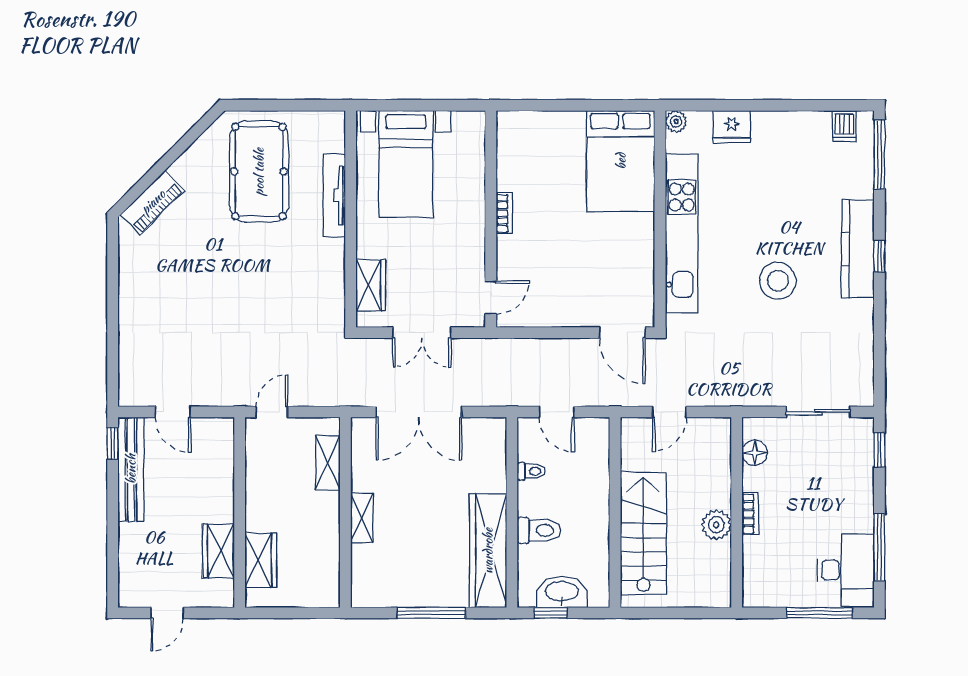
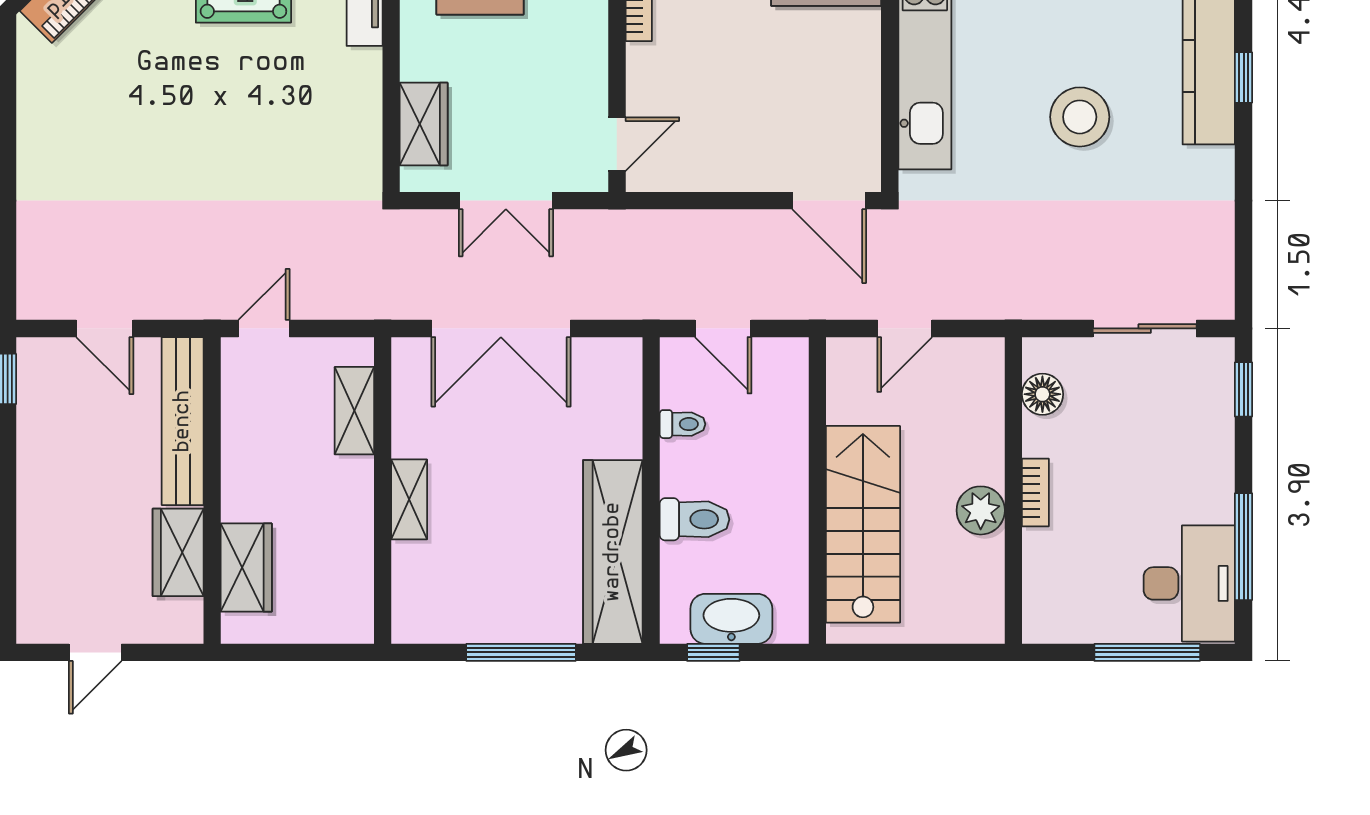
bench: (131, 469) -> (183, 421), moved

